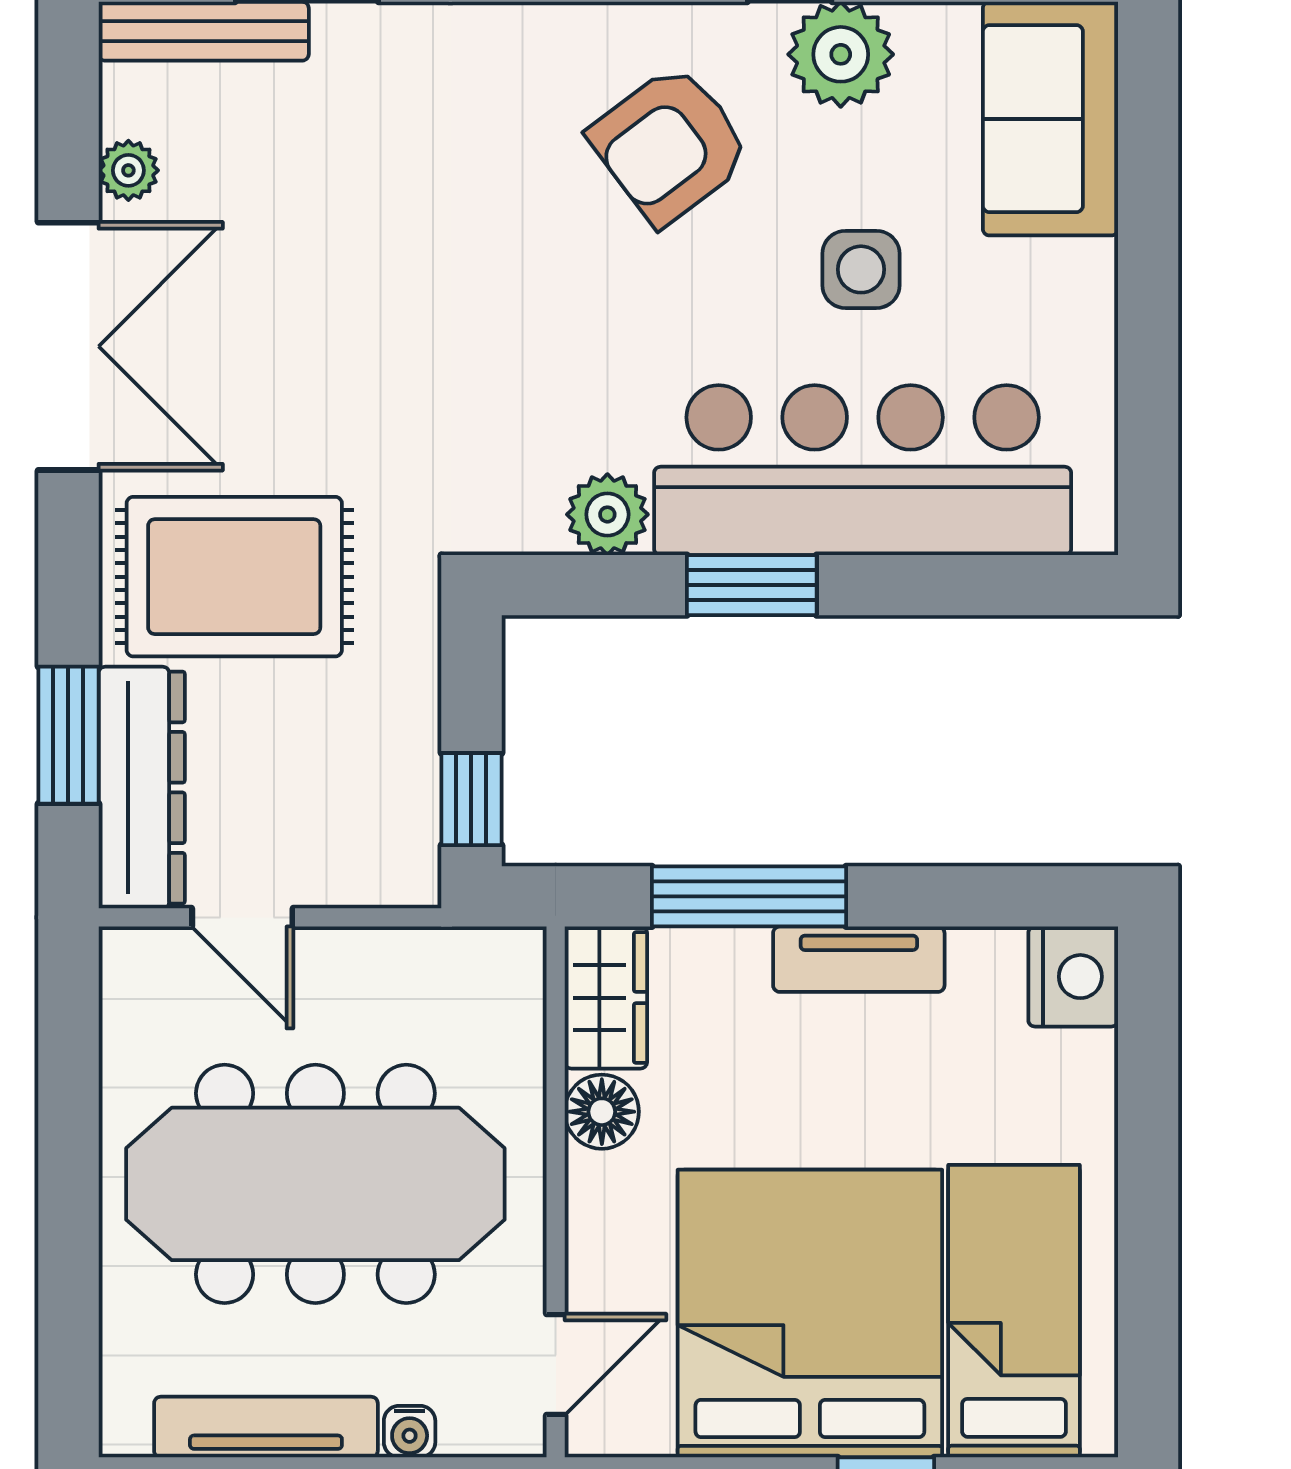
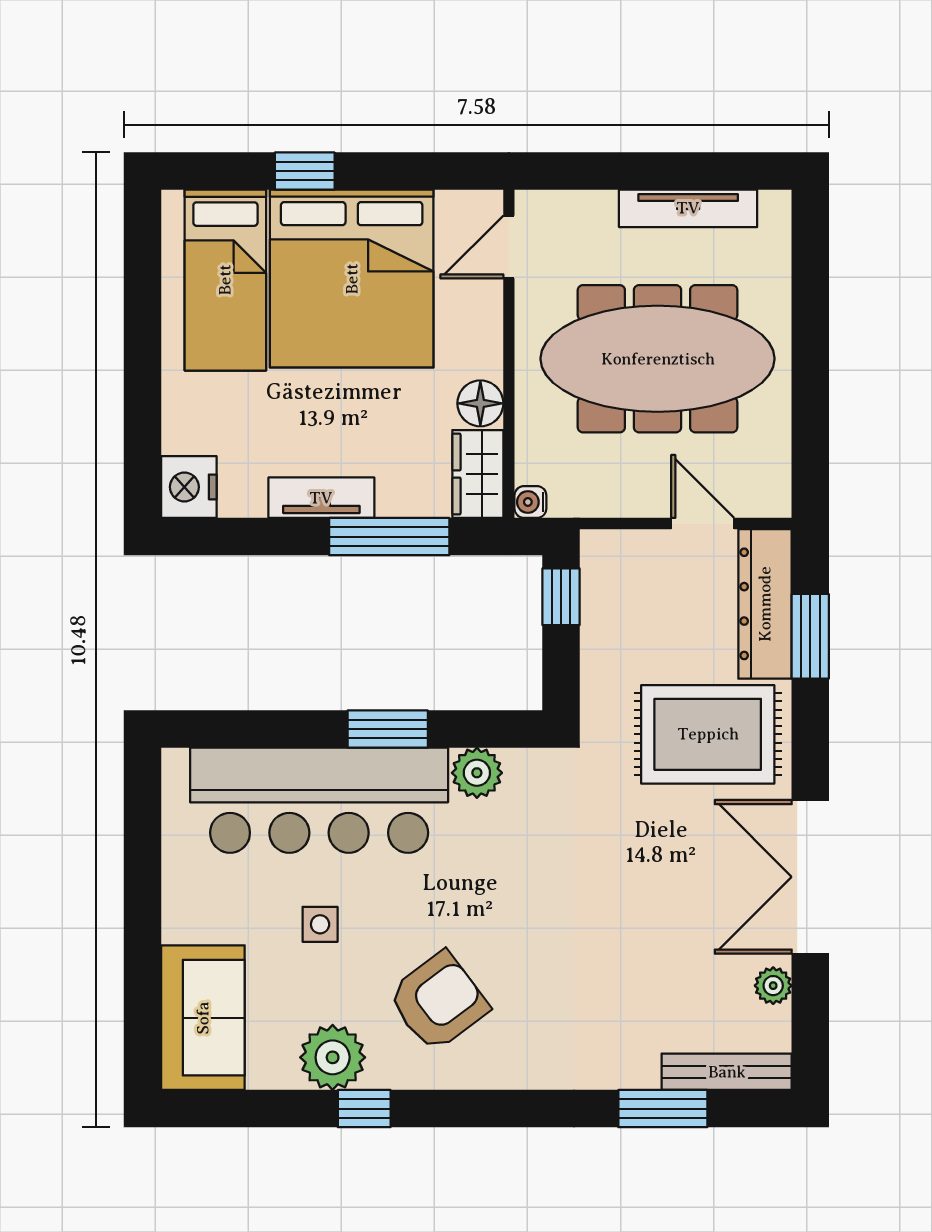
side table: (861, 269) -> (320, 924), width x0.73, depth x0.73
water cooler: (410, 1432) -> (530, 502), moved, turned -90

